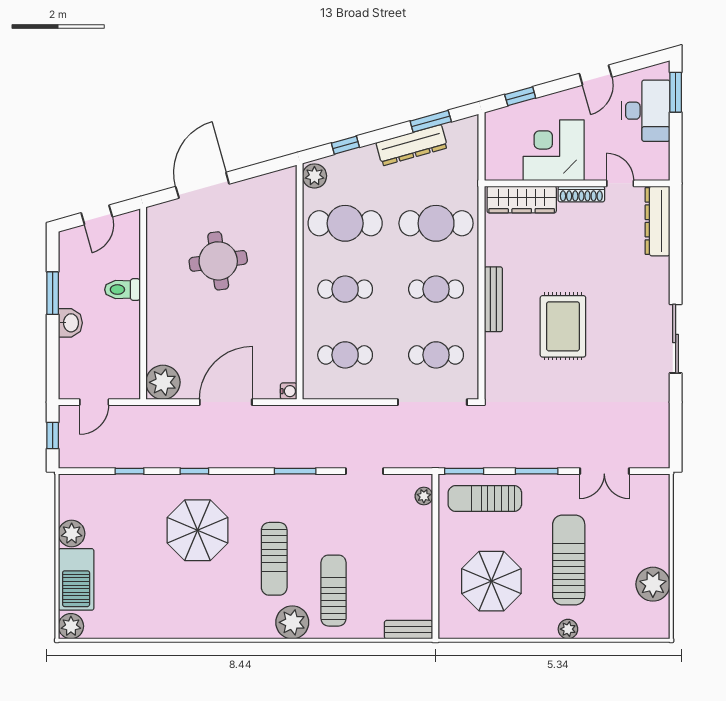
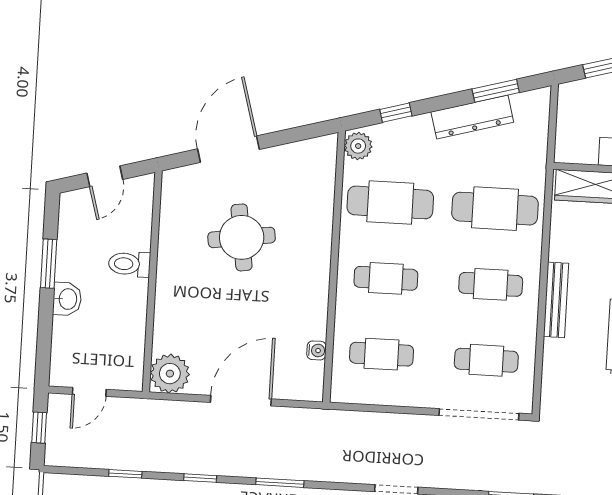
water cooler: (289, 391) -> (317, 350), moved
window: (295, 471) -> (280, 483), moved

